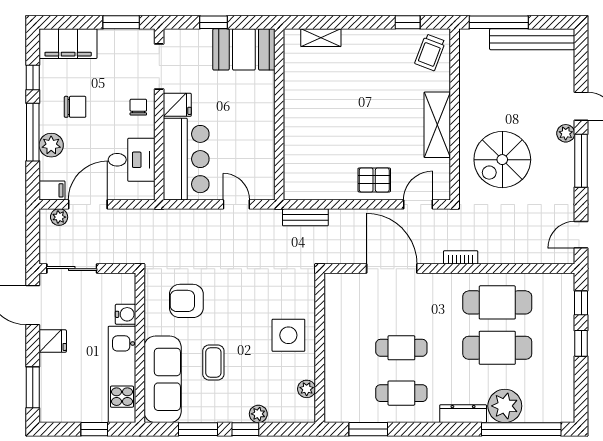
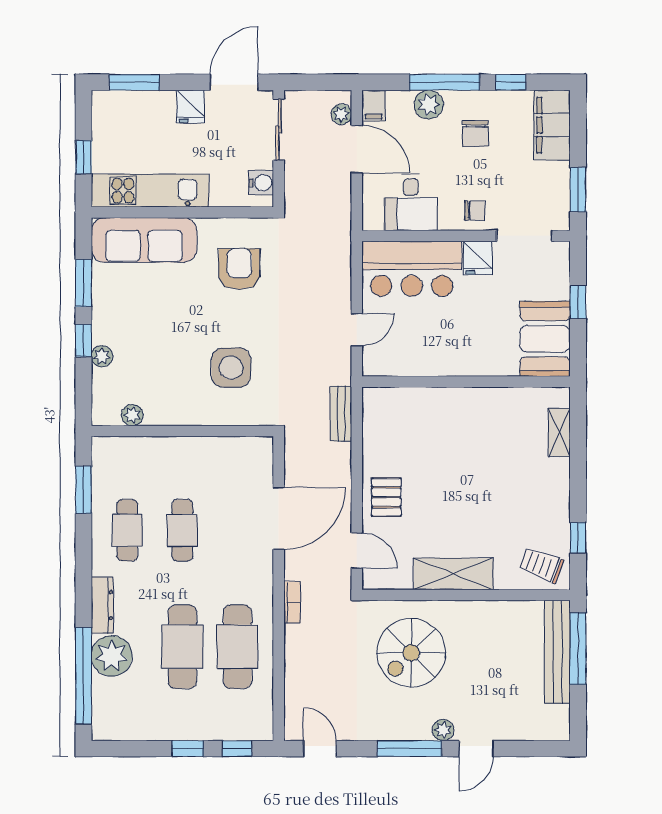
bench: (532, 39) -> (557, 652), moved
spiral stairs: (502, 160) -> (411, 653), turned -90
water cooler: (126, 314) -> (261, 183), moved, turned -90
side table: (288, 335) -> (231, 368), moved
coffee table: (213, 363) -> (164, 302), removed

